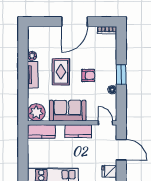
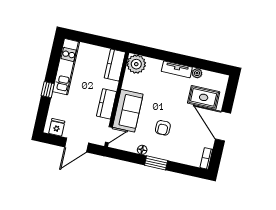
rug: (61, 72) -> (204, 97), moved
sofa: (68, 111) -> (128, 111), moved

